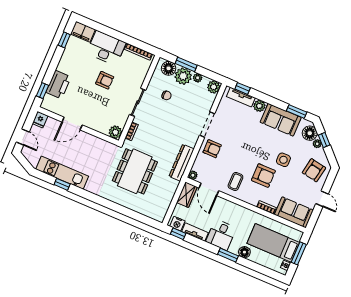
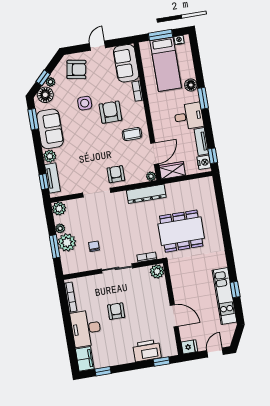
floor lamp: (169, 68) -> (68, 260), removed

